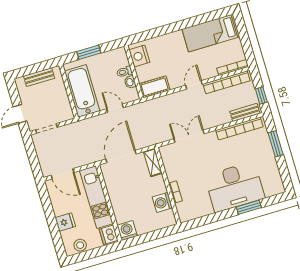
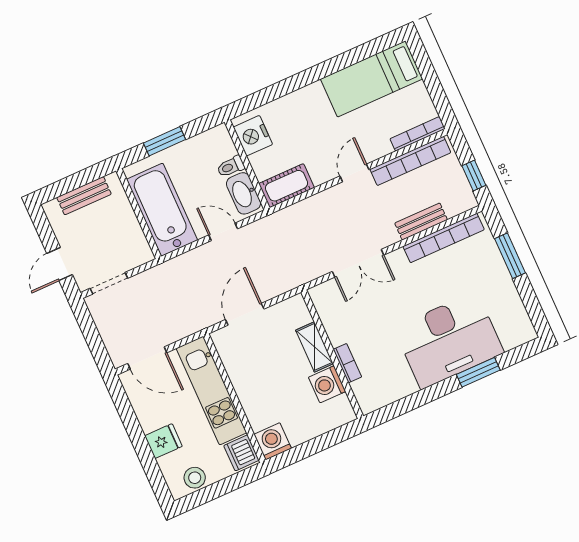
washbasin: (130, 82) -> (244, 193), width x1.91, depth x1.45
bench: (245, 112) -> (421, 222), moved
double door: (189, 136) -> (358, 263), swing flipped
door: (121, 156) -> (245, 314), width x0.73
shelving: (153, 162) -> (314, 347), moved

